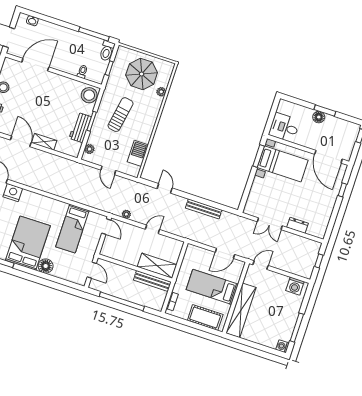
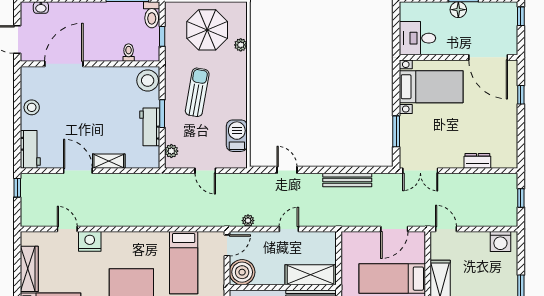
window: (259, 156) -> (396, 131), moved
double door: (270, 224) -> (420, 171), moved
door: (106, 227) -> (227, 245), hinge flipped
boiler: (110, 248) -> (242, 272), added
door: (260, 265) -> (446, 229), hinge flipped

